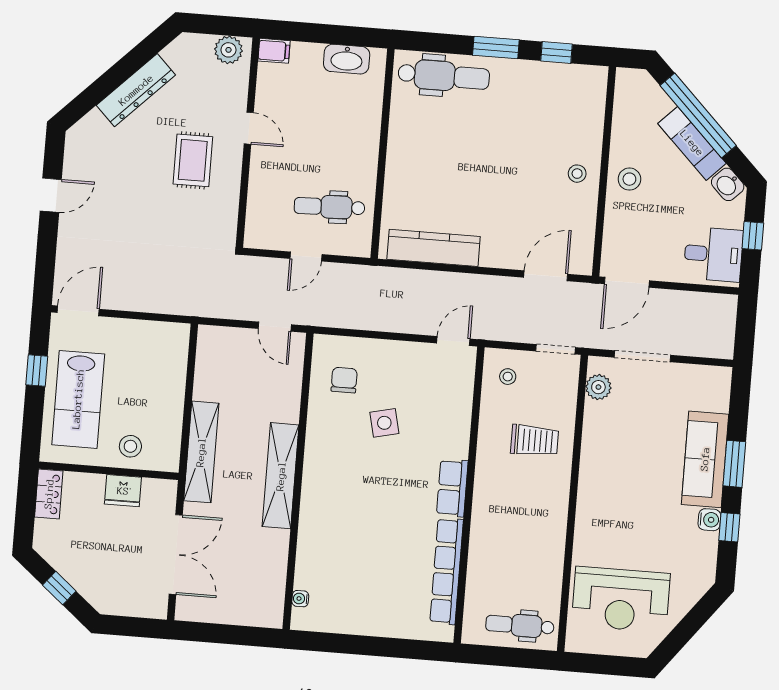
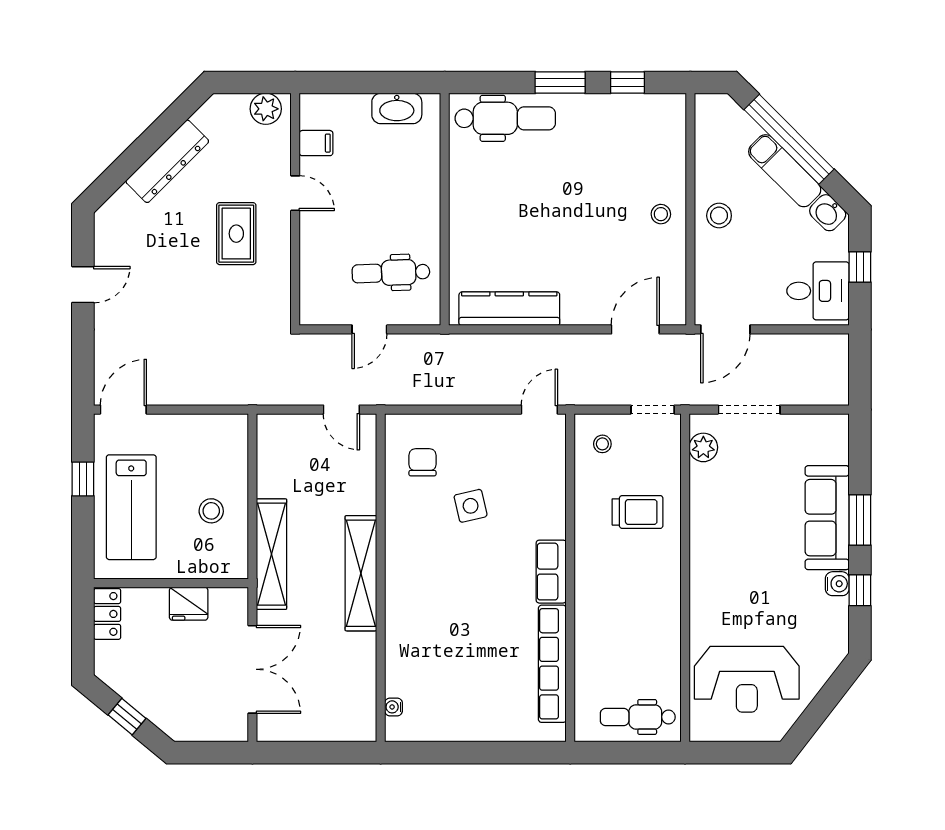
filing cabinet: (274, 51) -> (316, 143), moved
stool: (130, 446) -> (211, 511), moved

